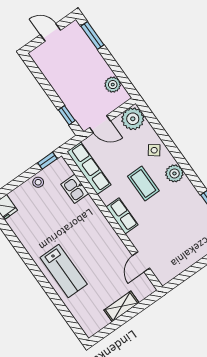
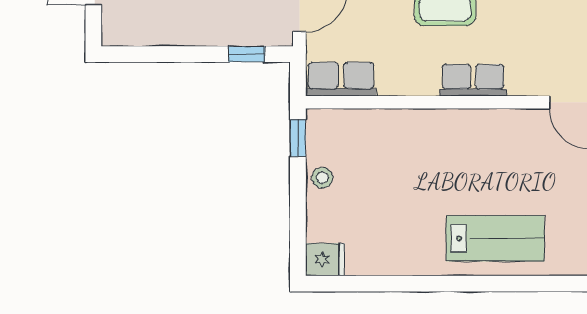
row of seats: (89, 168) -> (341, 79), width x0.68
kitchen sink: (75, 189) -> (375, 126), removed

